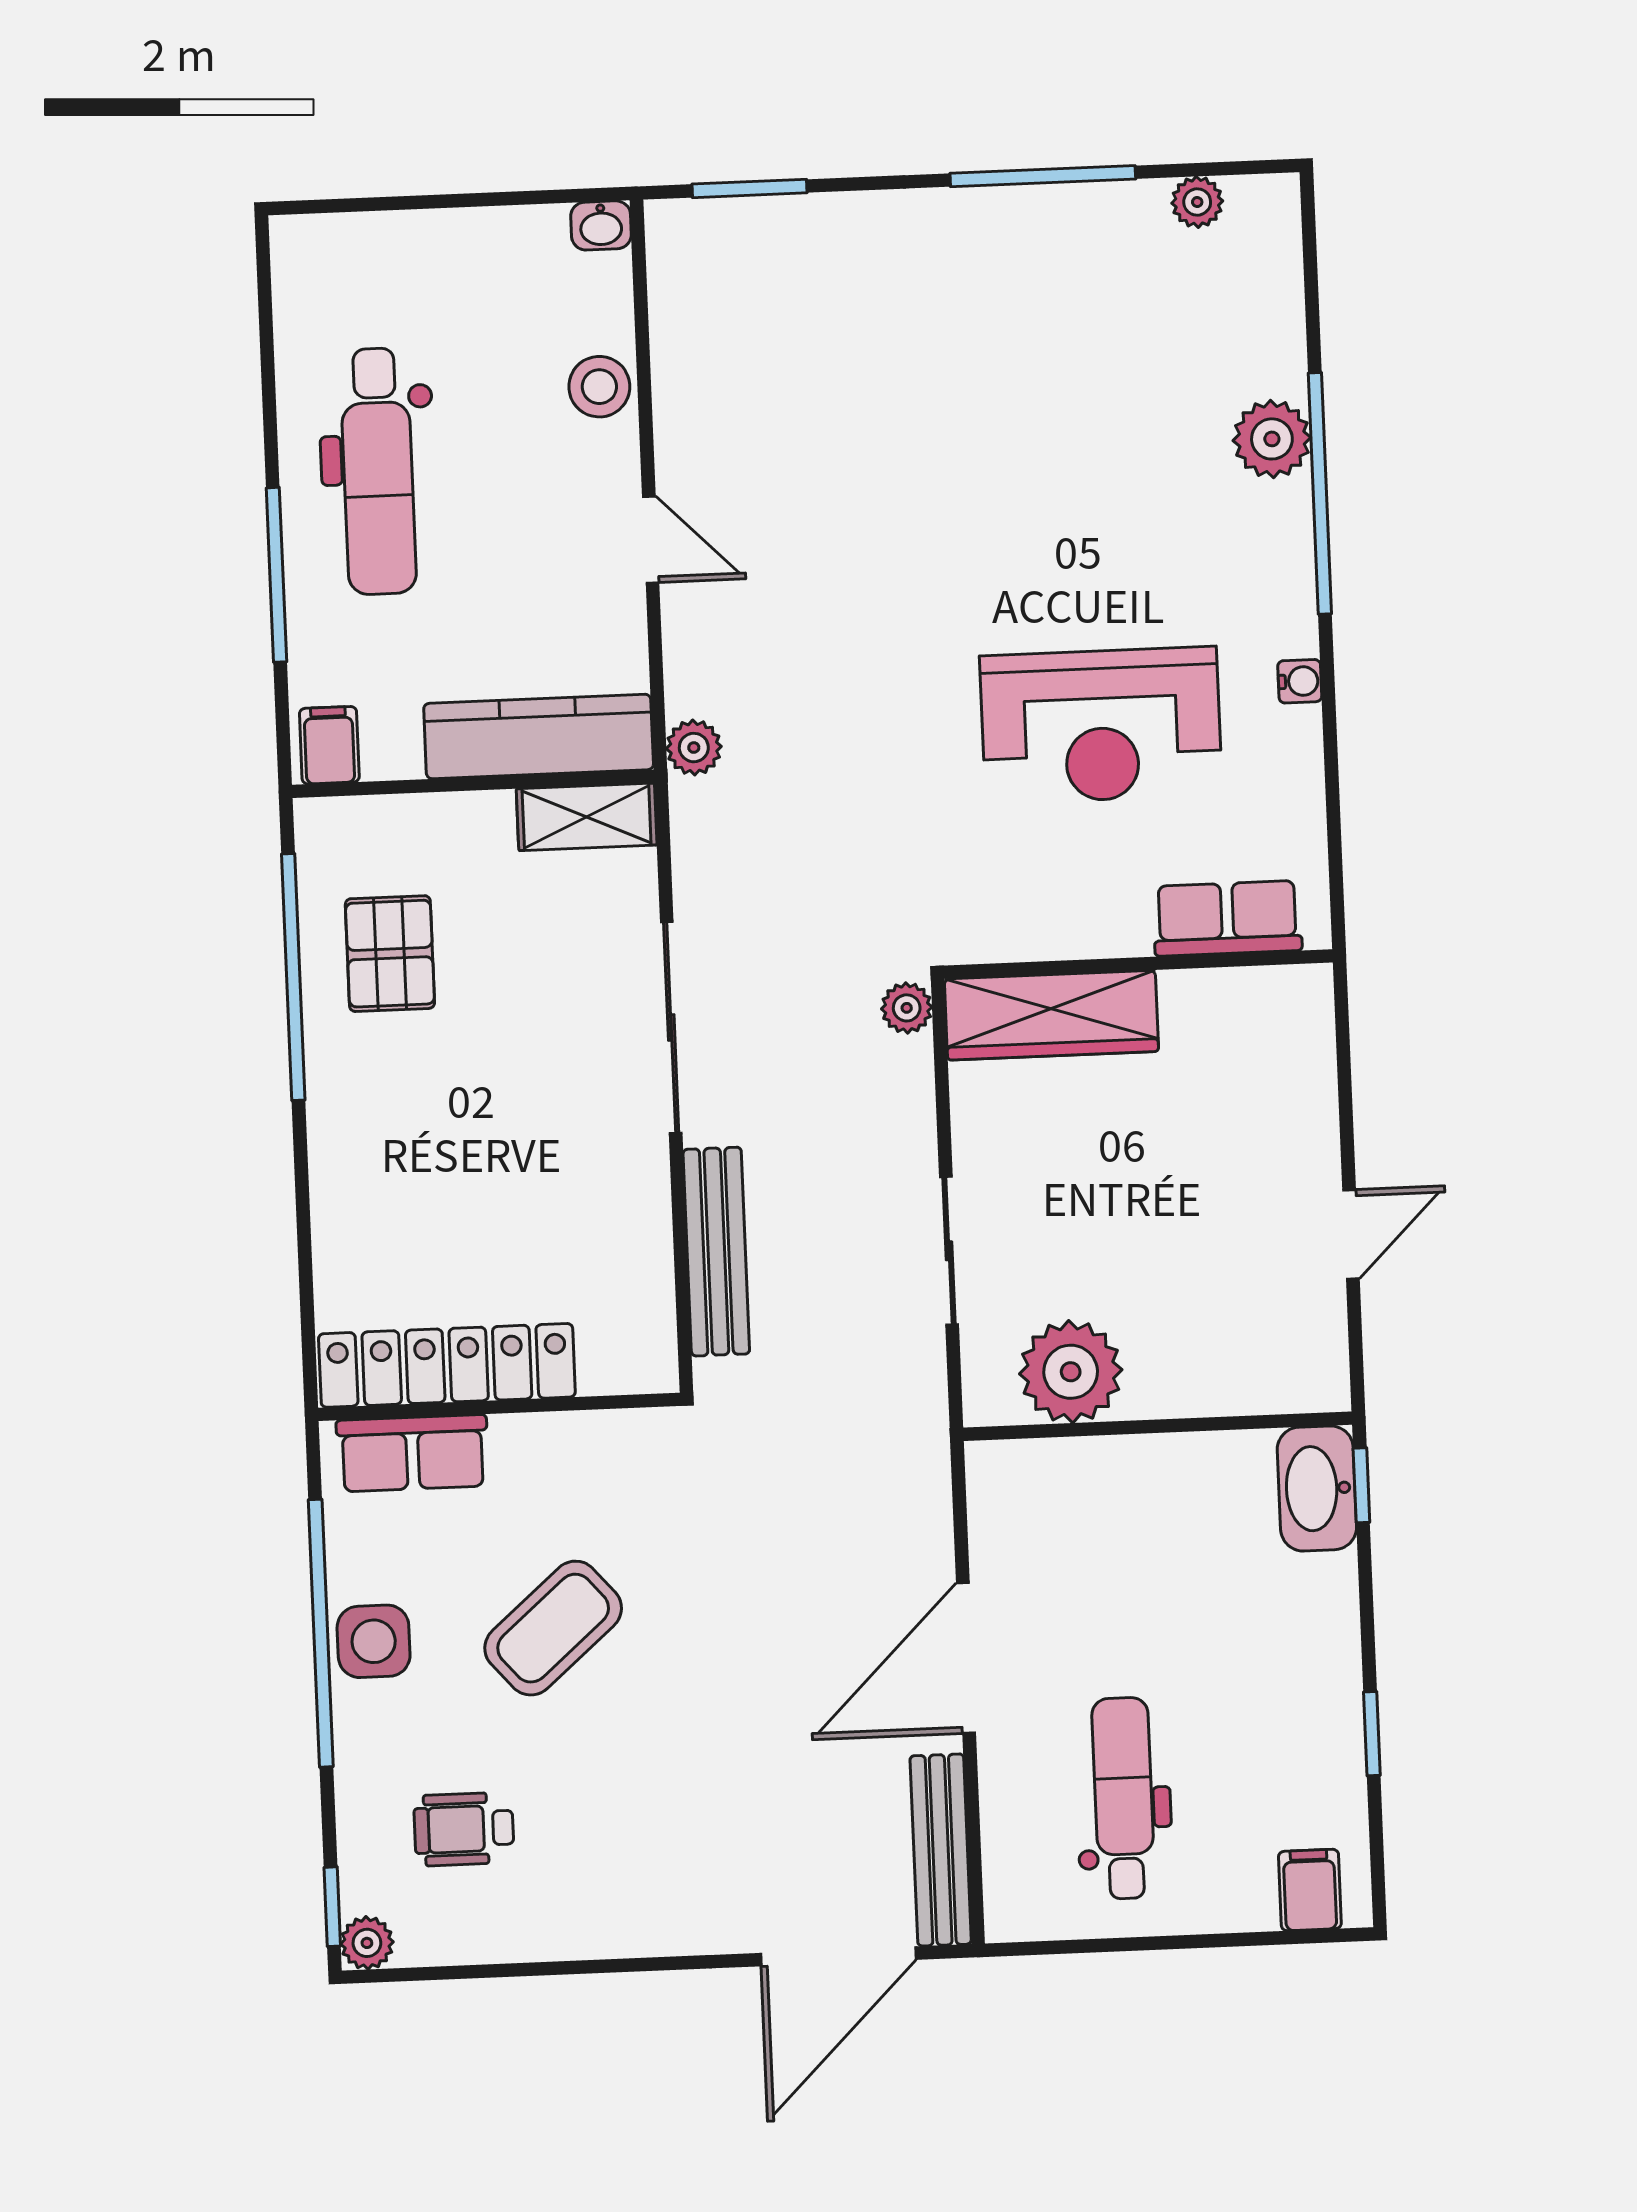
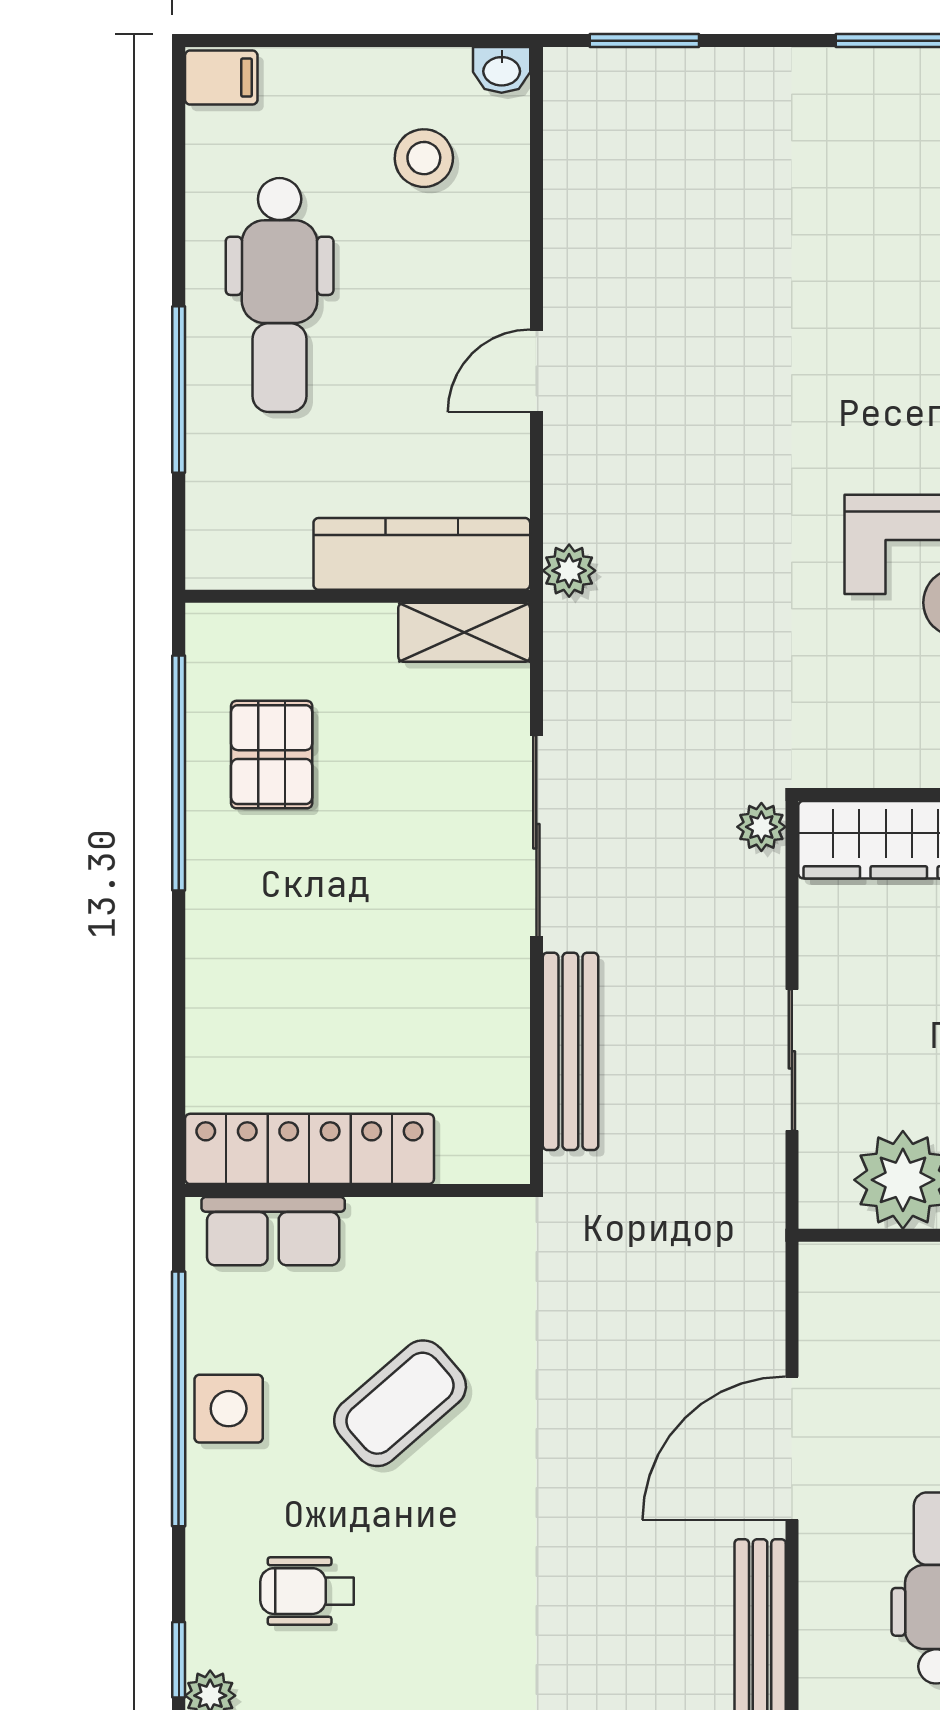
stool: (599, 387) -> (424, 158), moved
door: (651, 540) -> (536, 371), swing flipped
filing cabinet: (329, 745) -> (221, 78), moved, turned 90

